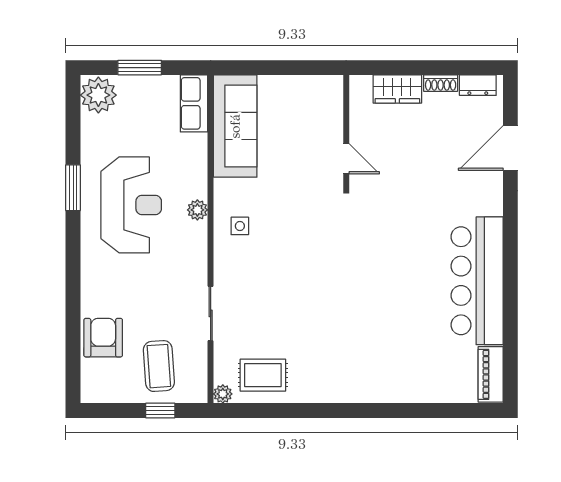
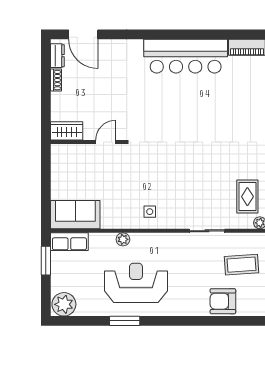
window: (140, 68) -> (46, 261), moved
wardrobe: (397, 89) -> (67, 131), moved, turned -90
sofa: (235, 126) -> (75, 215), width x0.73
door: (510, 148) -> (83, 34), moved
plant: (197, 210) -> (123, 239), moved

